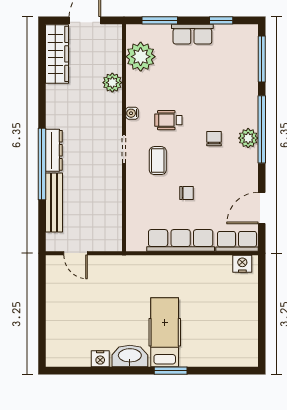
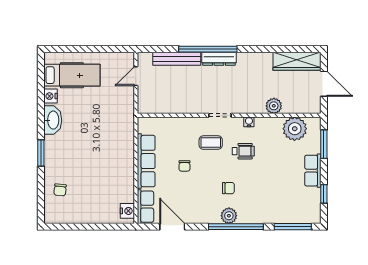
wheelchair: (168, 120) -> (243, 151), turned 90
hospital bed: (165, 332) -> (72, 75), moved
chair: (216, 347) -> (60, 190), added

